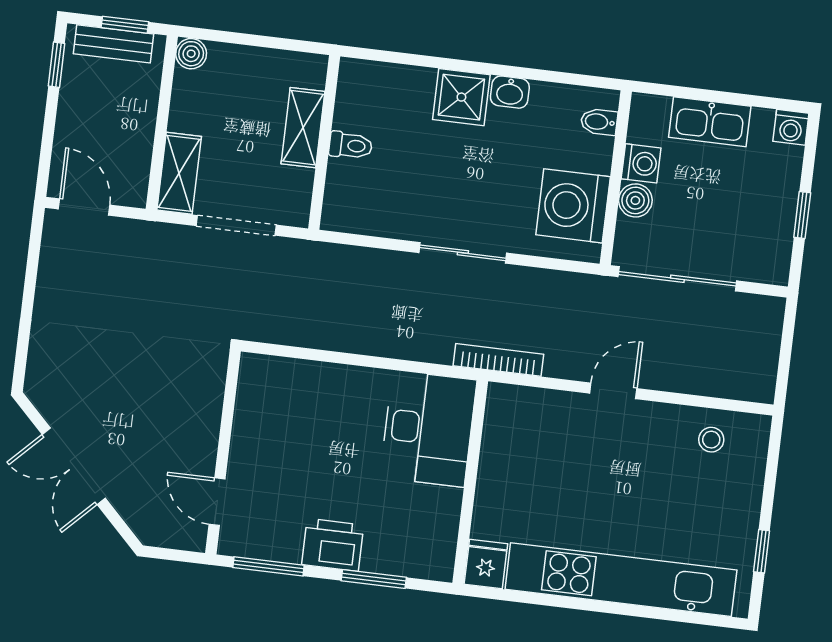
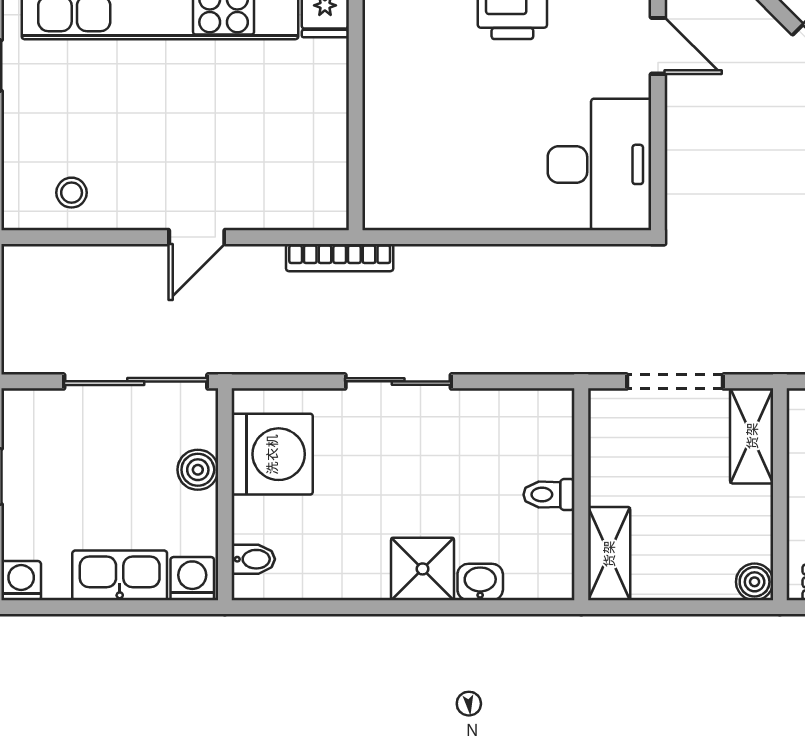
washbasin: (510, 92) -> (480, 582), moved
shelving: (303, 128) -> (609, 554), moved
washing machine: (641, 163) -> (192, 579), moved, turned 90
desk: (428, 429) -> (599, 164), moved, turned 180

